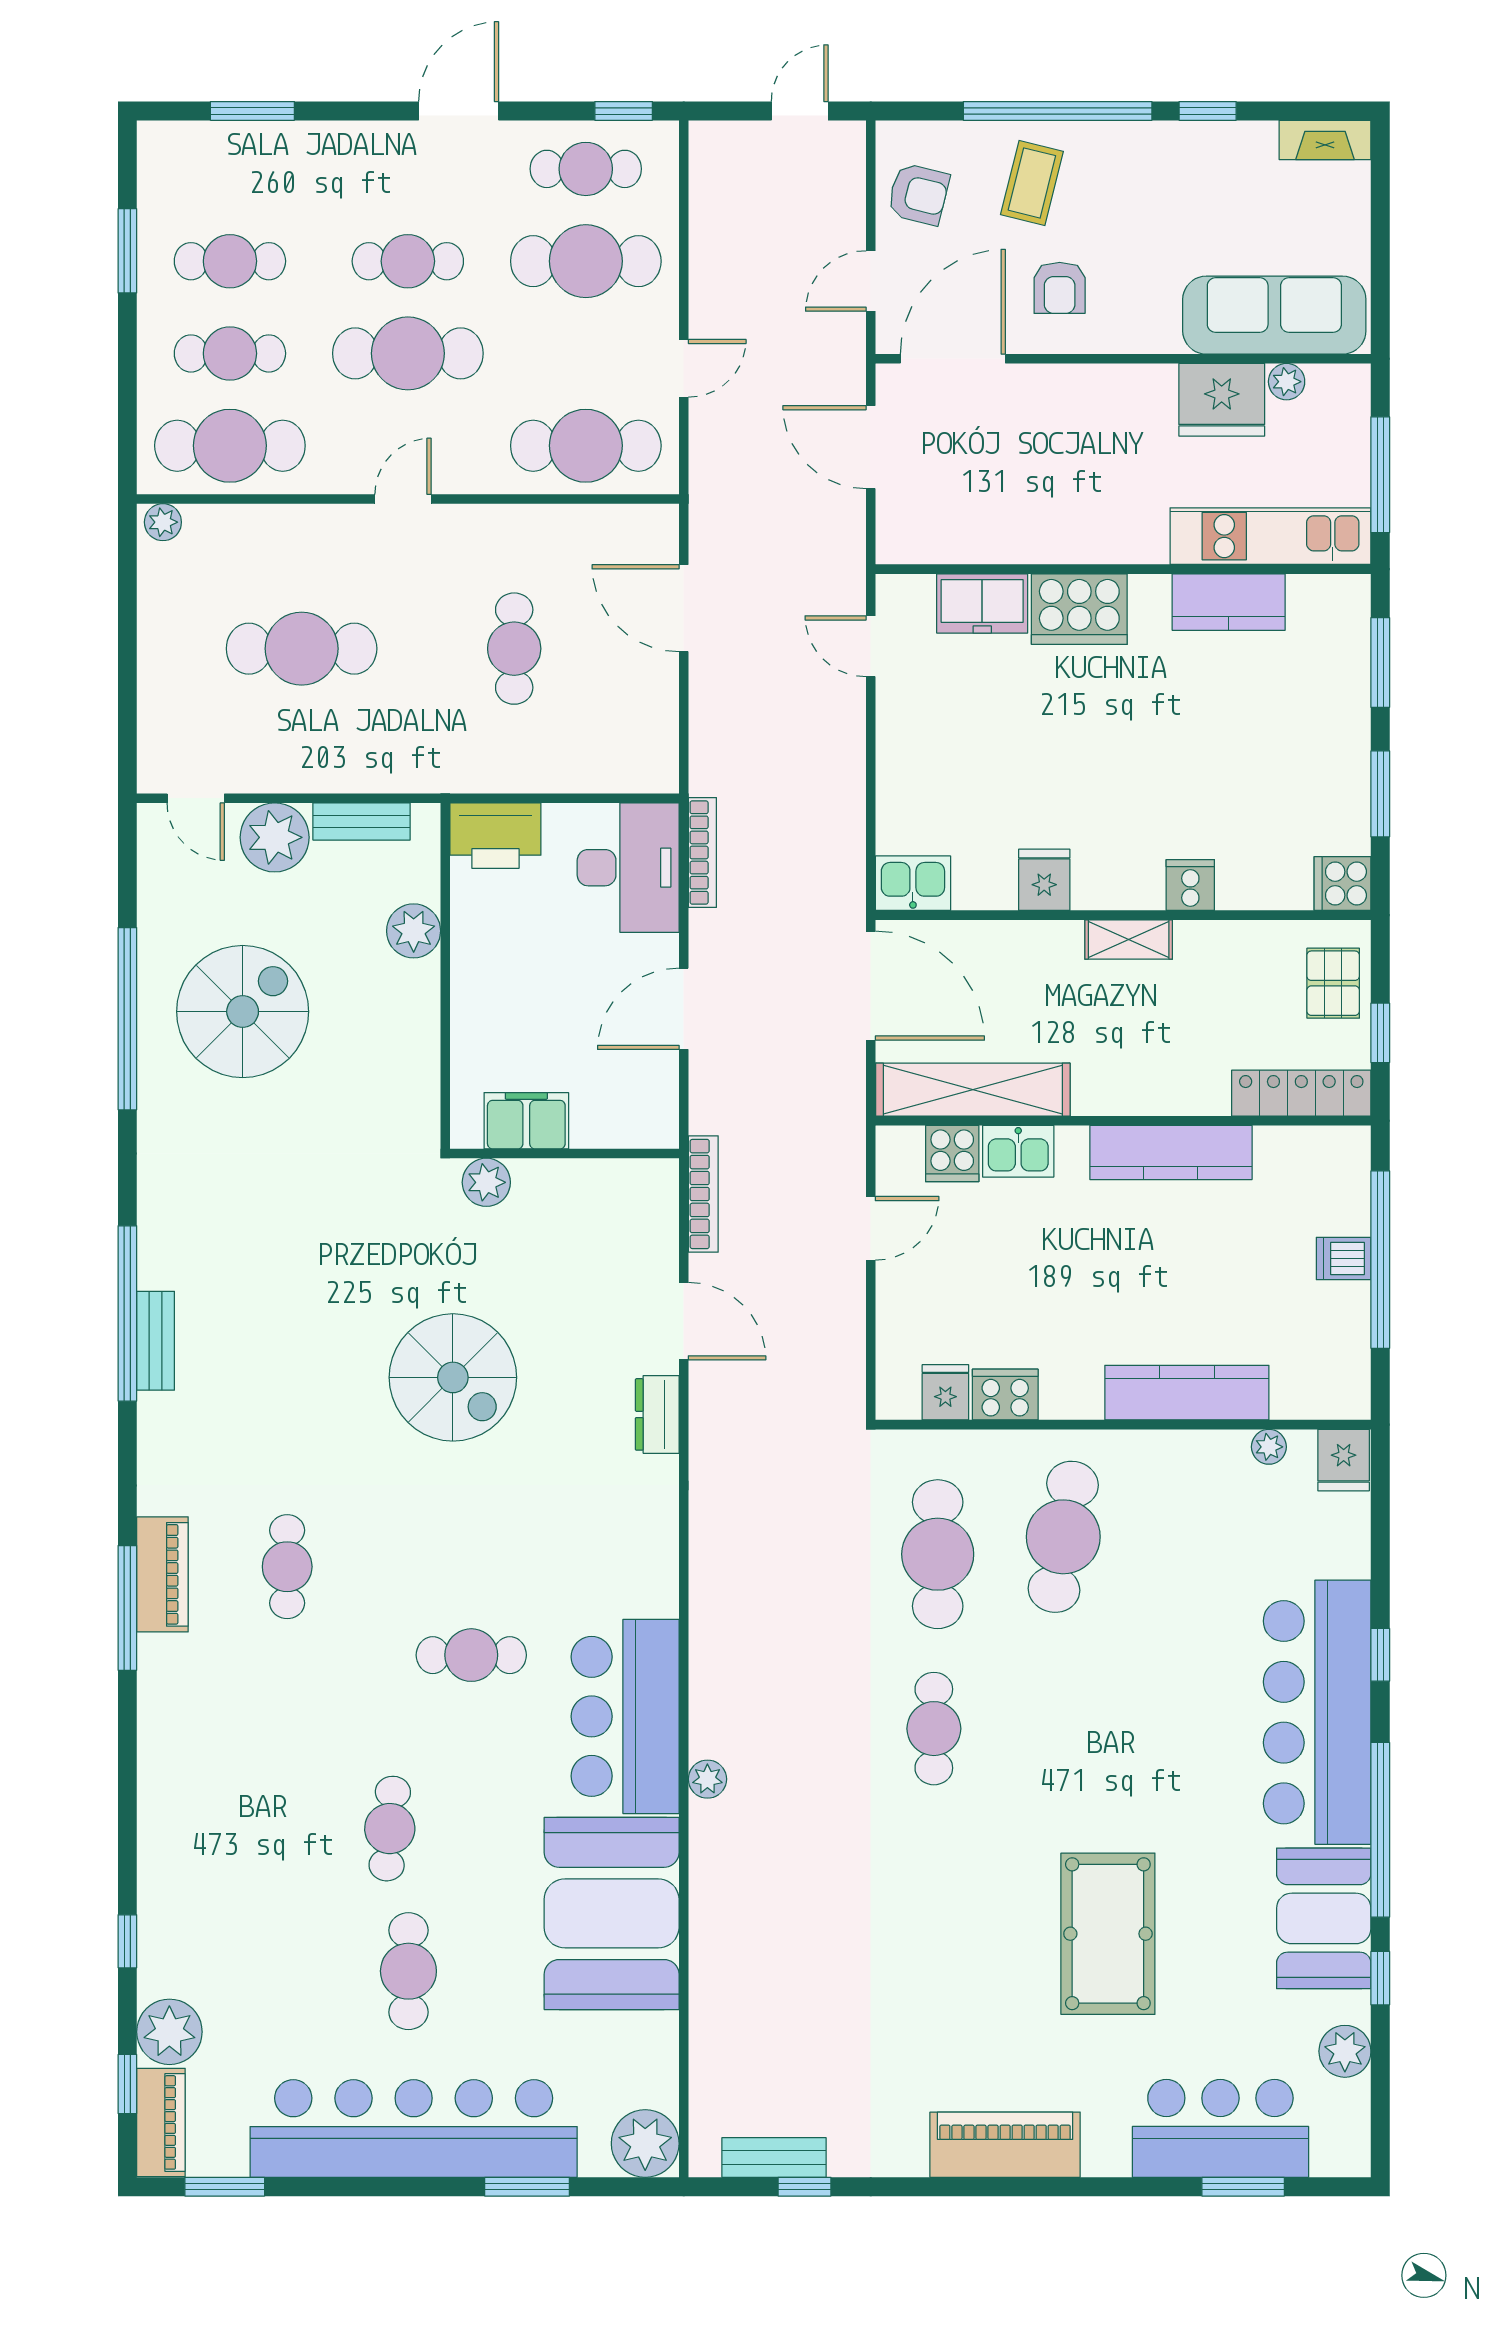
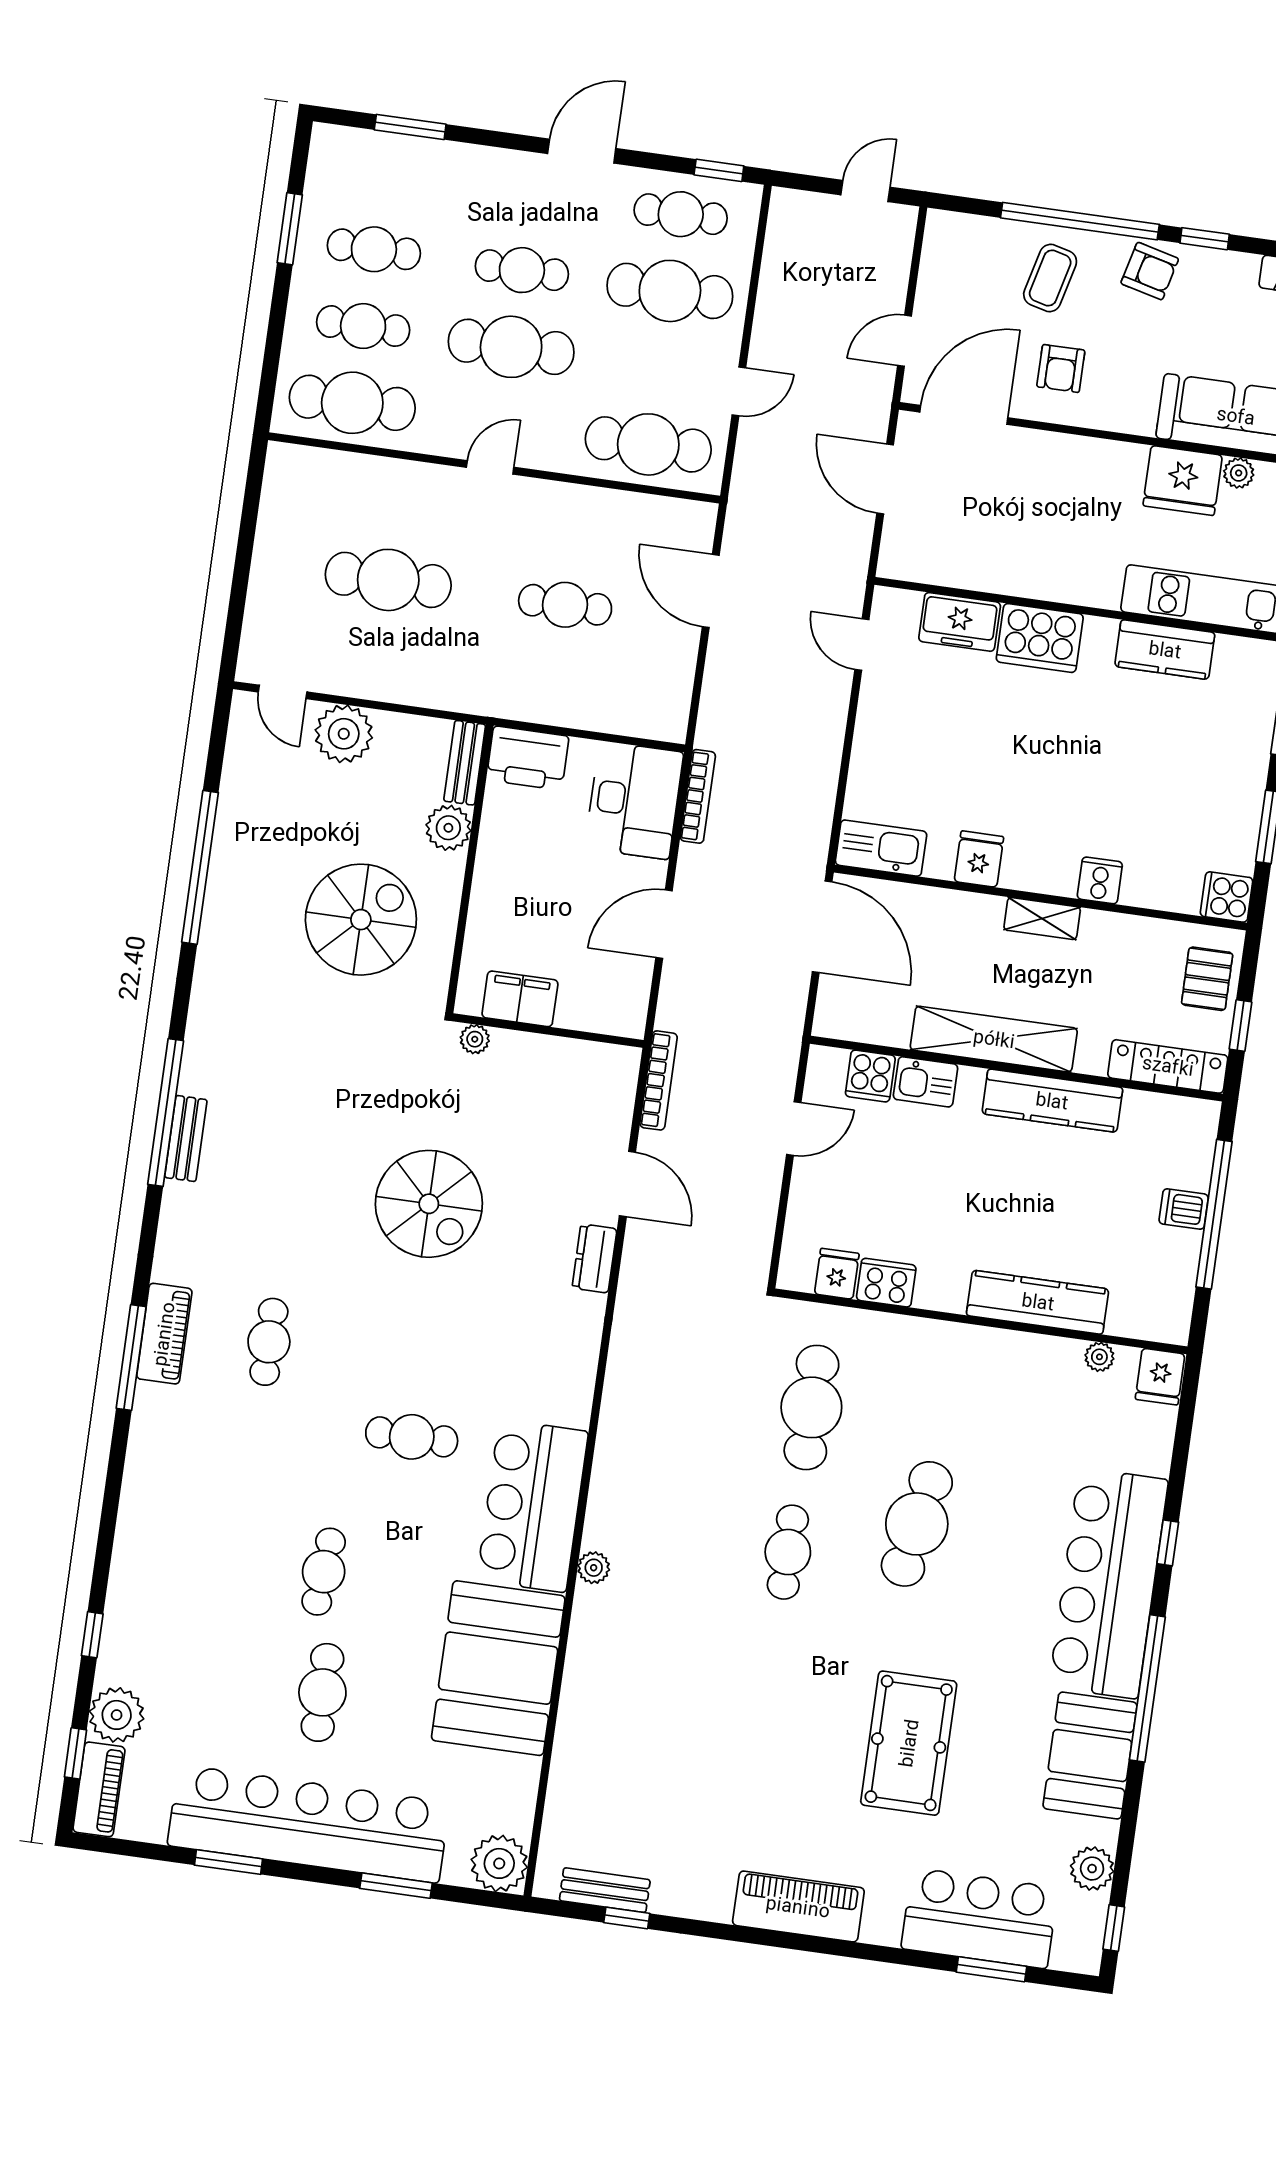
armchair: (918, 194) -> (1150, 271), moved
plant: (163, 522) -> (288, 459), removed
cafe table: (514, 649) -> (565, 605), turned 90
bench: (362, 821) -> (465, 763), moved, turned 90
kitchen sink: (913, 883) -> (881, 848), width x1.38
spiral stairs: (243, 1012) -> (361, 920), moved
shelving: (973, 1090) -> (994, 1039), moved
plant: (486, 1182) -> (475, 1039), width x0.73, depth x0.73
cafe table: (1063, 1537) -> (917, 1524), moved
window: (1380, 1978) -> (1114, 1928), moved
window: (225, 2187) -> (229, 1862), moved

